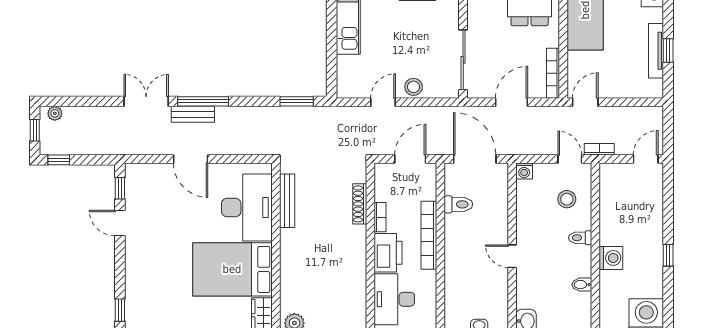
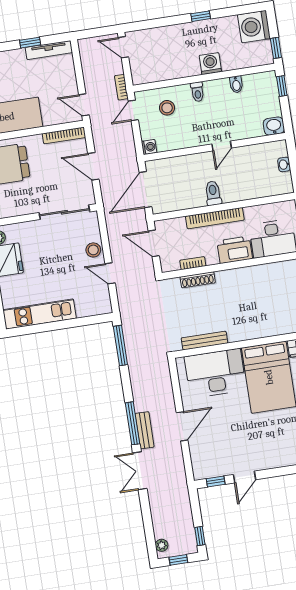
tv unit: (656, 51) -> (49, 50), moved
window: (297, 101) -> (120, 345), width x1.44
toilet: (458, 204) -> (213, 193), moved
bookcase: (380, 217) -> (193, 263), moved

